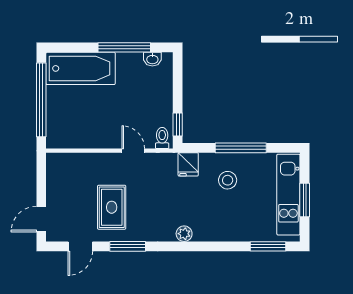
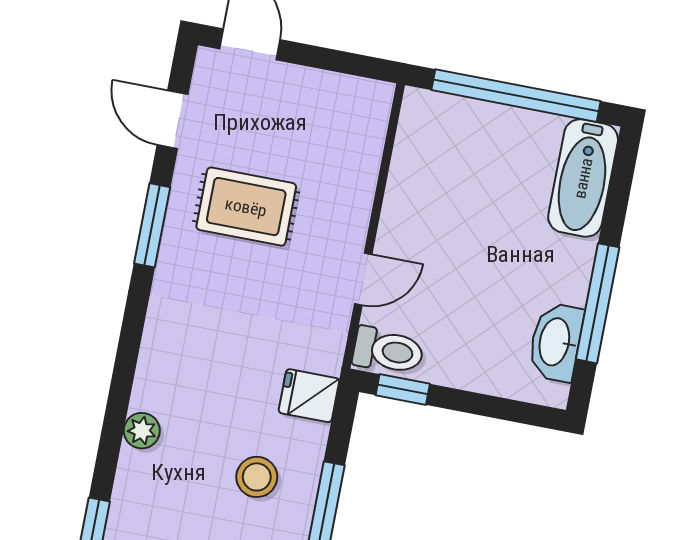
washbasin: (152, 59) -> (556, 342), width x1.91, depth x1.45
bathtub: (81, 68) -> (583, 178), width x0.73, depth x0.73
toilet: (162, 138) -> (388, 351), width x1.37, depth x1.39
plant: (184, 234) -> (142, 431), moved

